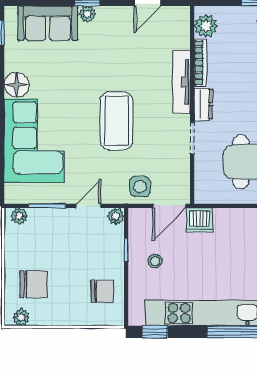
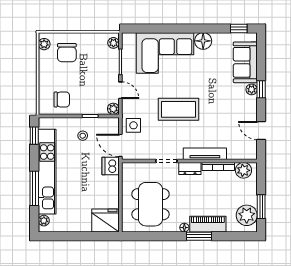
chair: (102, 292) -> (62, 99), turned -90

